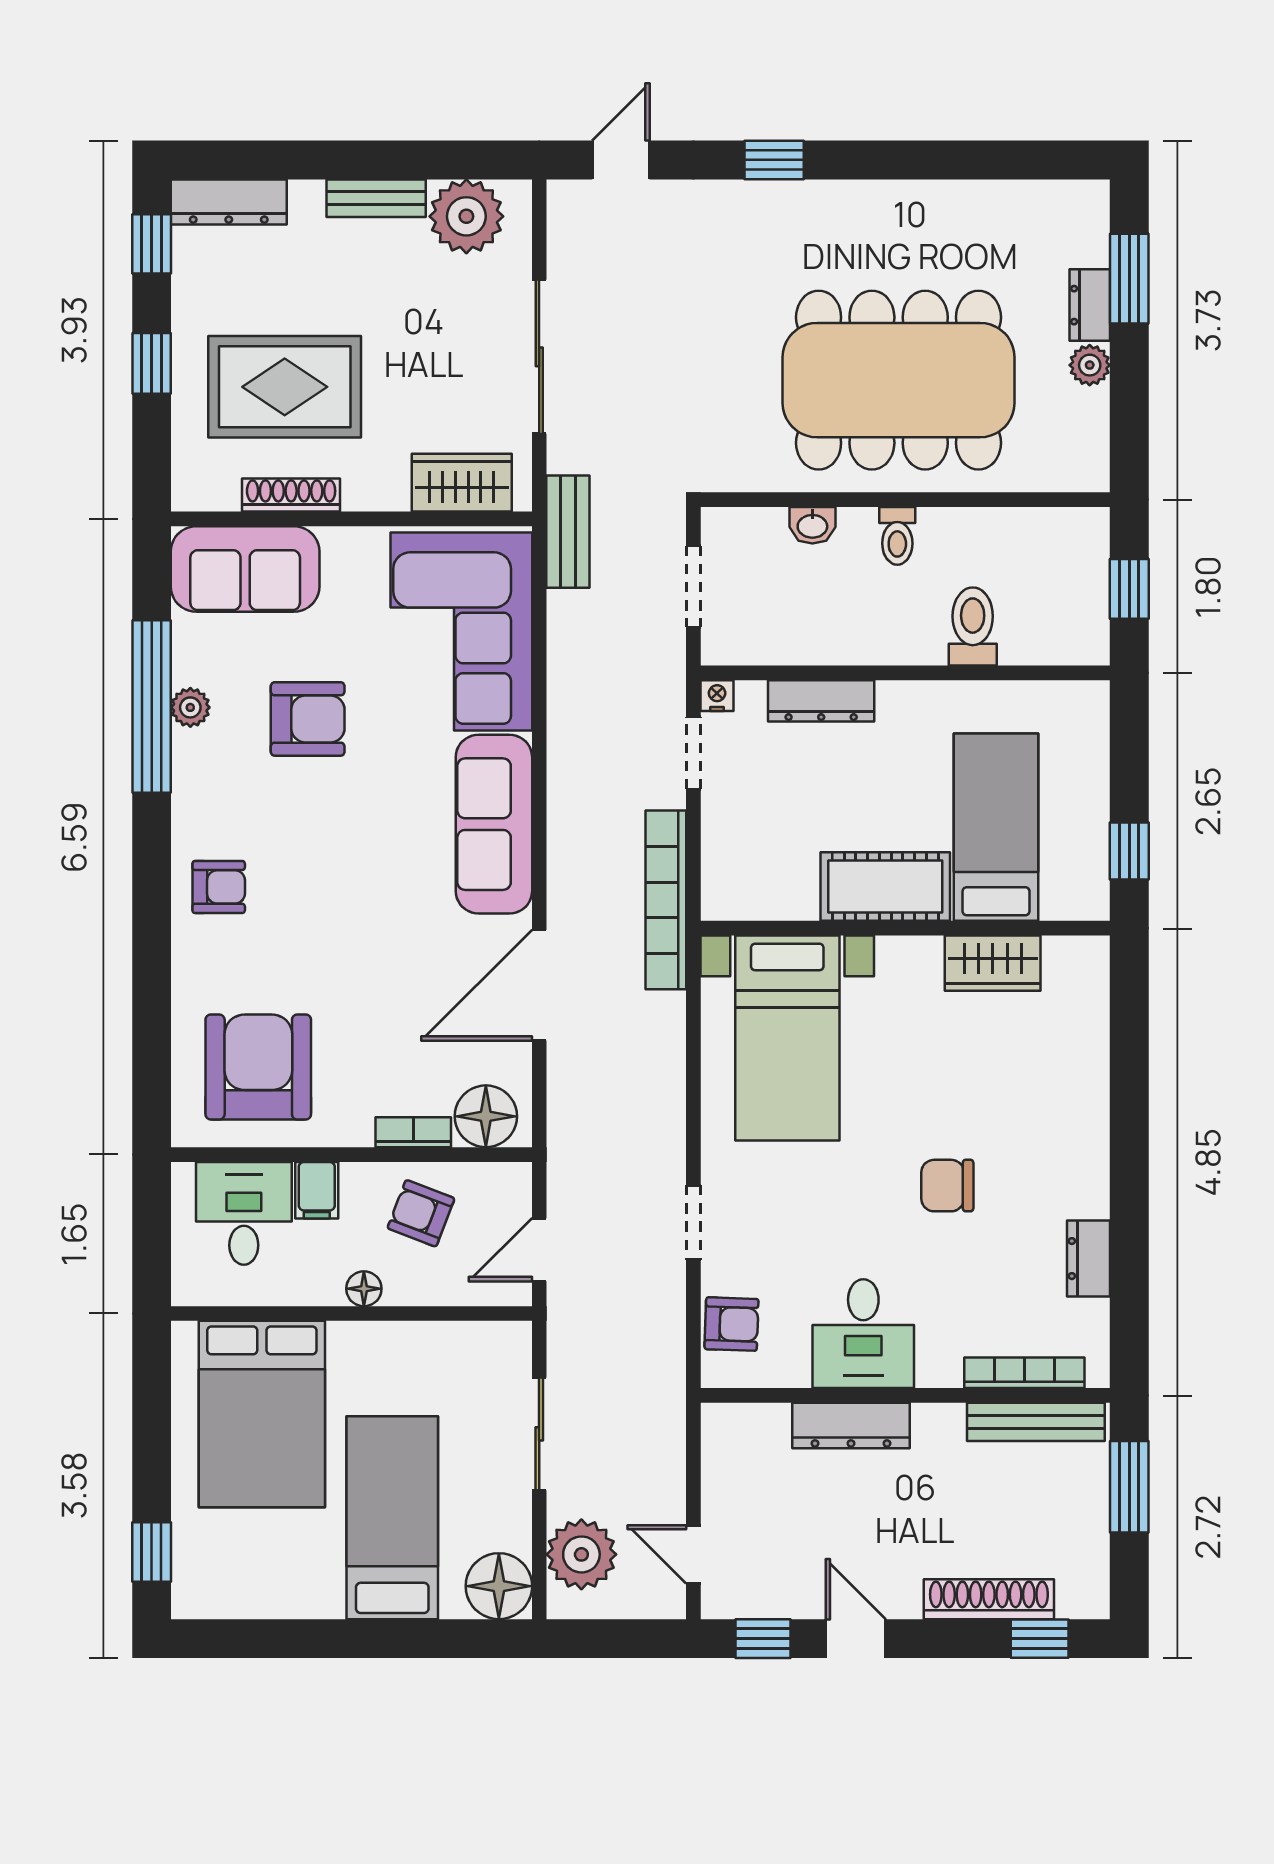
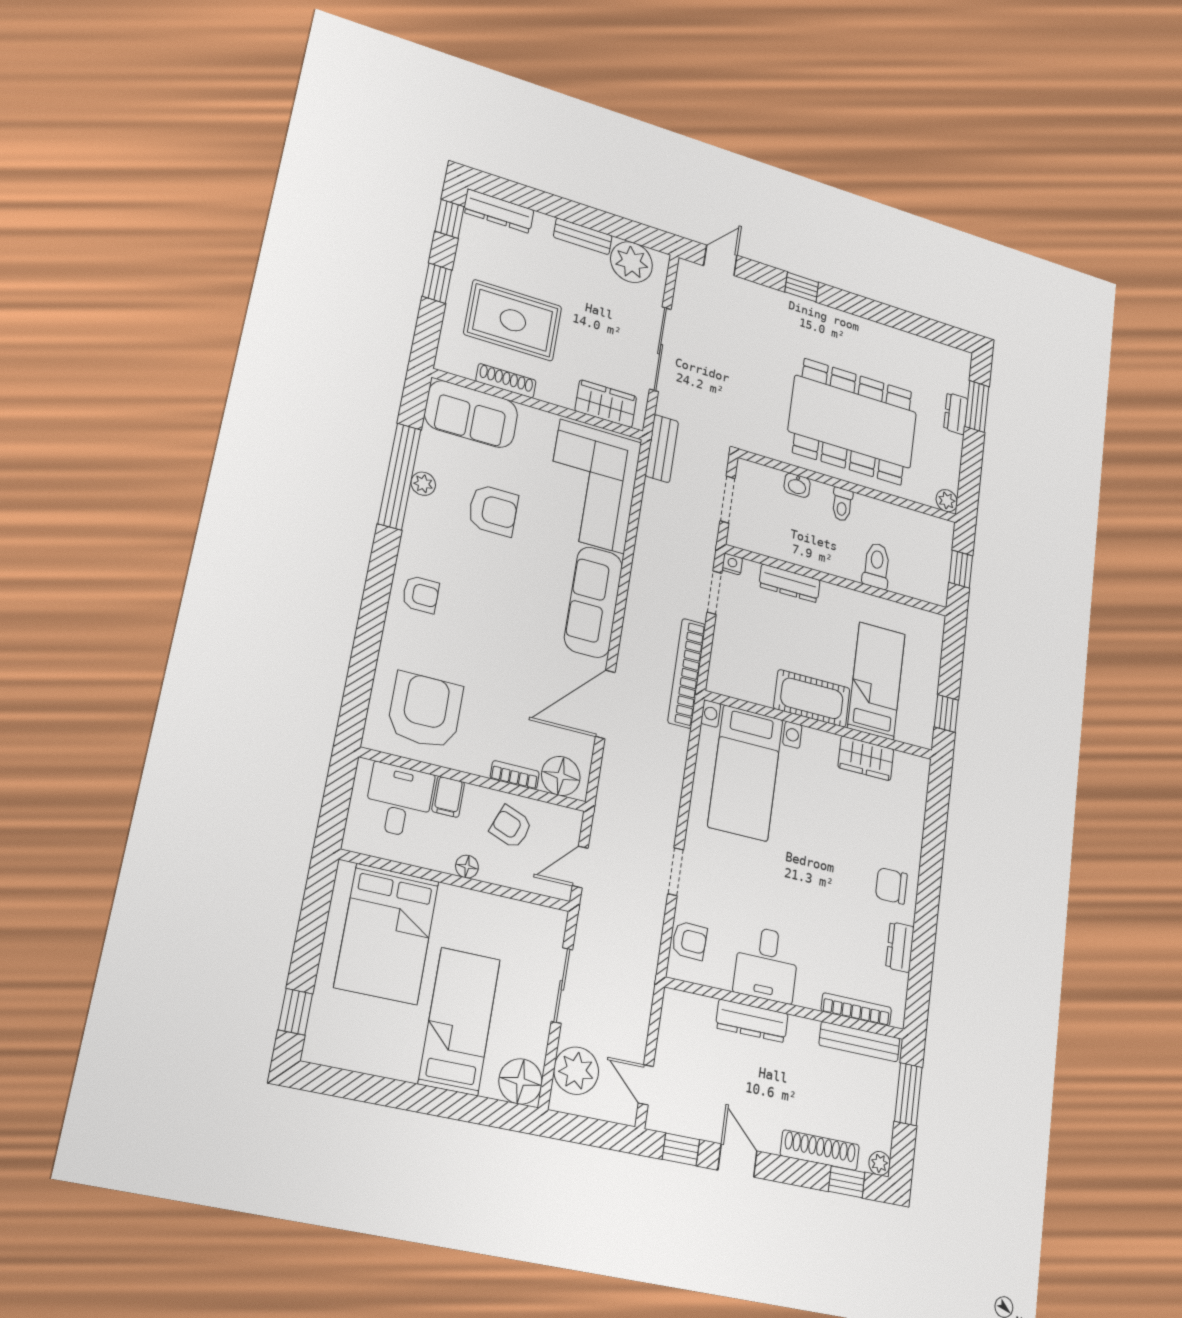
plant: (1090, 365) -> (947, 501), moved
chair: (947, 1186) -> (891, 886), moved
plant: (1092, 1601) -> (880, 1163), added

